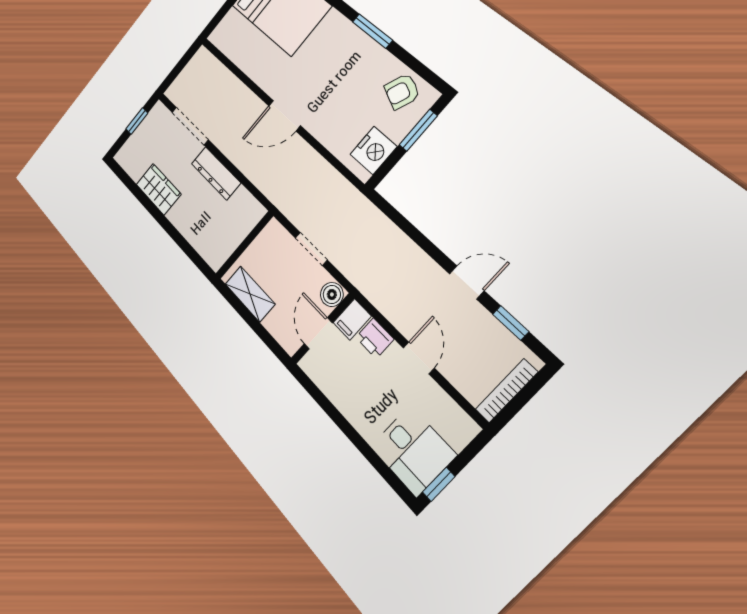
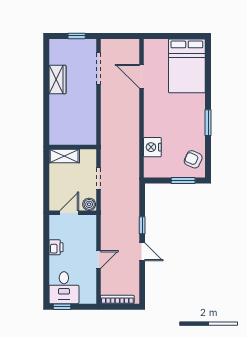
door: (285, 116) -> (141, 76), moved
nightstand: (374, 150) -> (152, 147), moved, turned 90
dresser: (216, 173) -> (90, 103), removed
shelving: (250, 294) -> (64, 156), moved, turned 90
filing cabinet: (352, 319) -> (88, 221), removed
window: (511, 323) -> (142, 225), moved
printer: (375, 338) -> (56, 247), moved, turned 180

